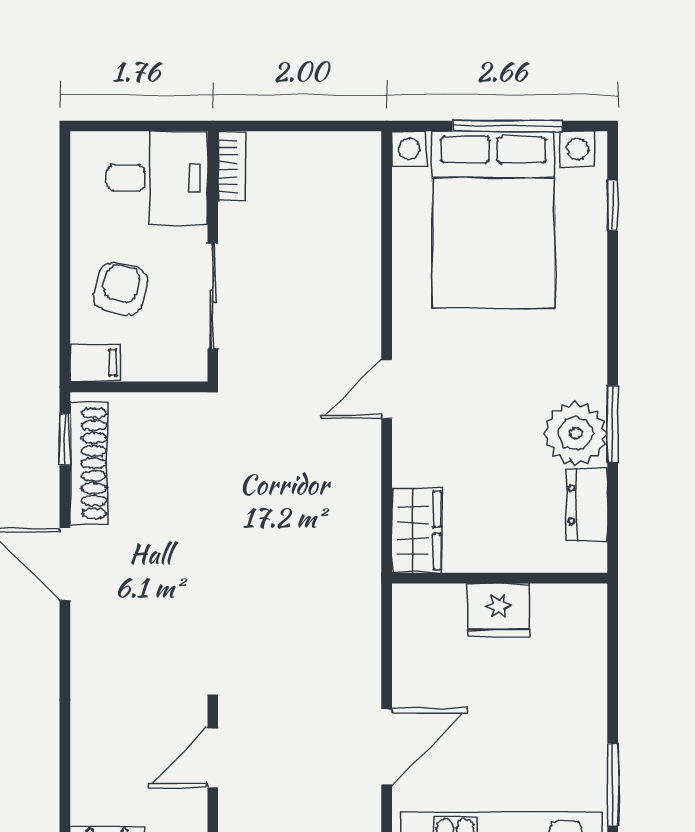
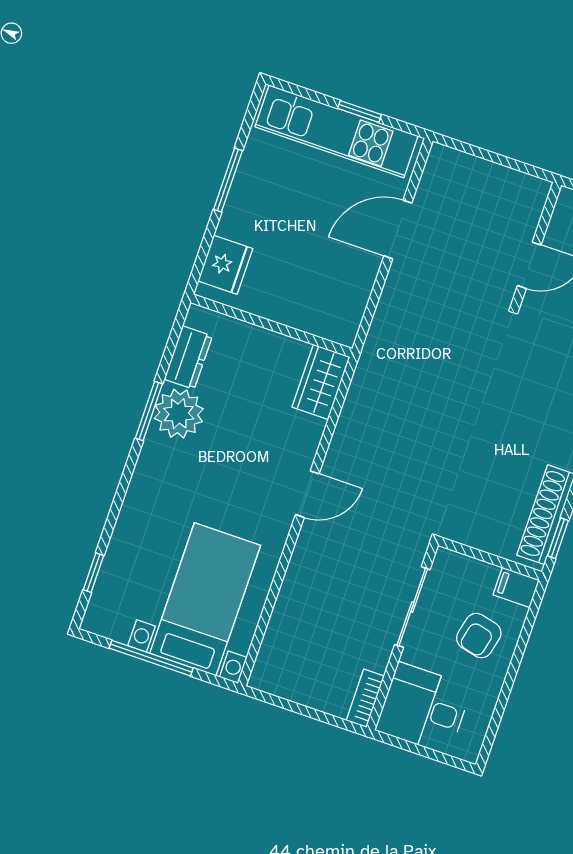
bed with nightstands: (493, 220) -> (205, 599), width x0.73
fridge: (498, 610) -> (225, 265), moved, turned 90
window: (613, 785) -> (228, 180), moved

